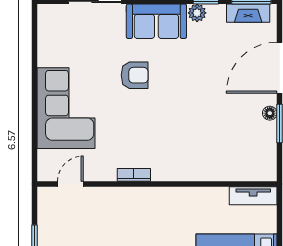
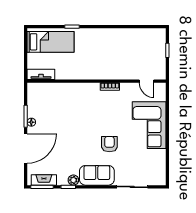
armchair: (135, 75) -> (109, 144), turned 90
door: (70, 184) -> (147, 81), hinge flipped

